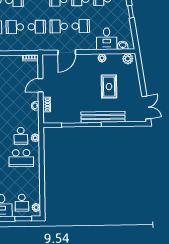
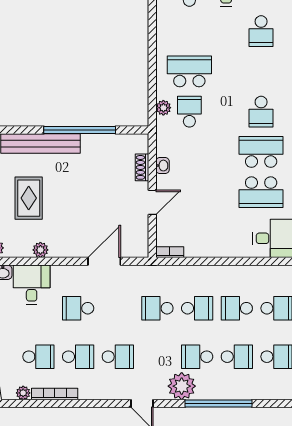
school desk: (59, 26) -> (118, 308), removed

